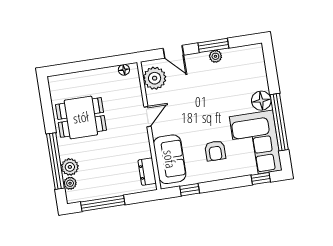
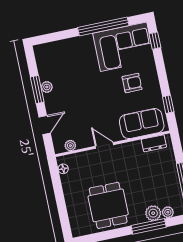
plant: (155, 78) -> (70, 146), width x0.53, depth x0.53
floor lamp: (261, 101) -> (85, 44), removed
window: (55, 161) -> (149, 226), width x0.68

